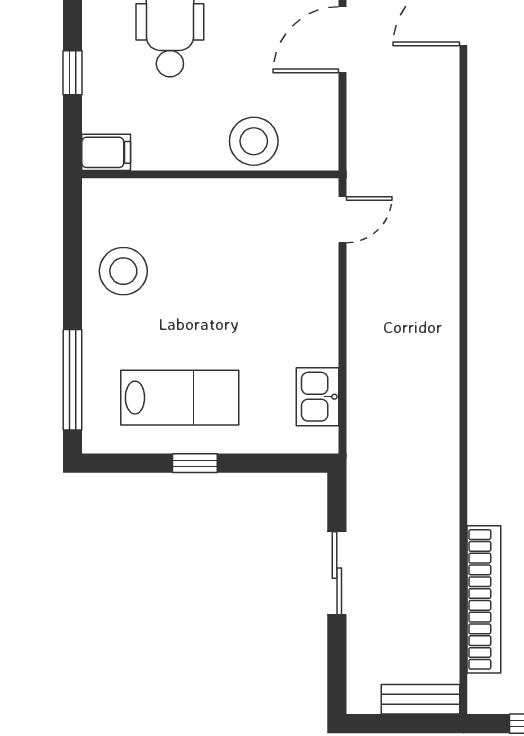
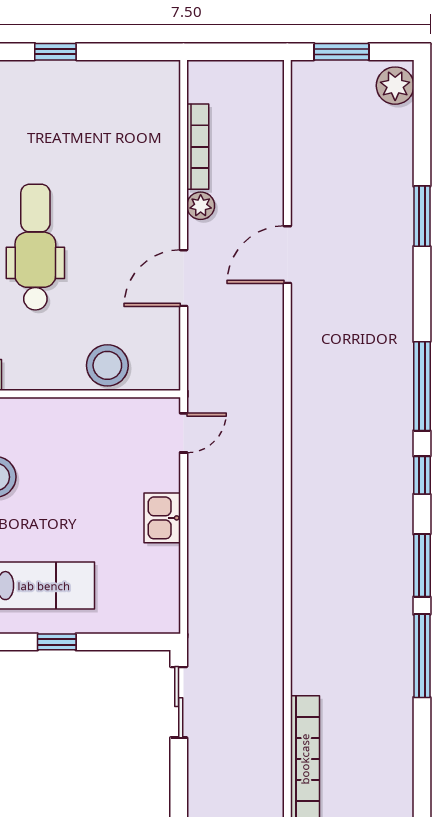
kitchen sink: (318, 397) -> (162, 518), moved
sliding door: (337, 573) -> (179, 702), moved

